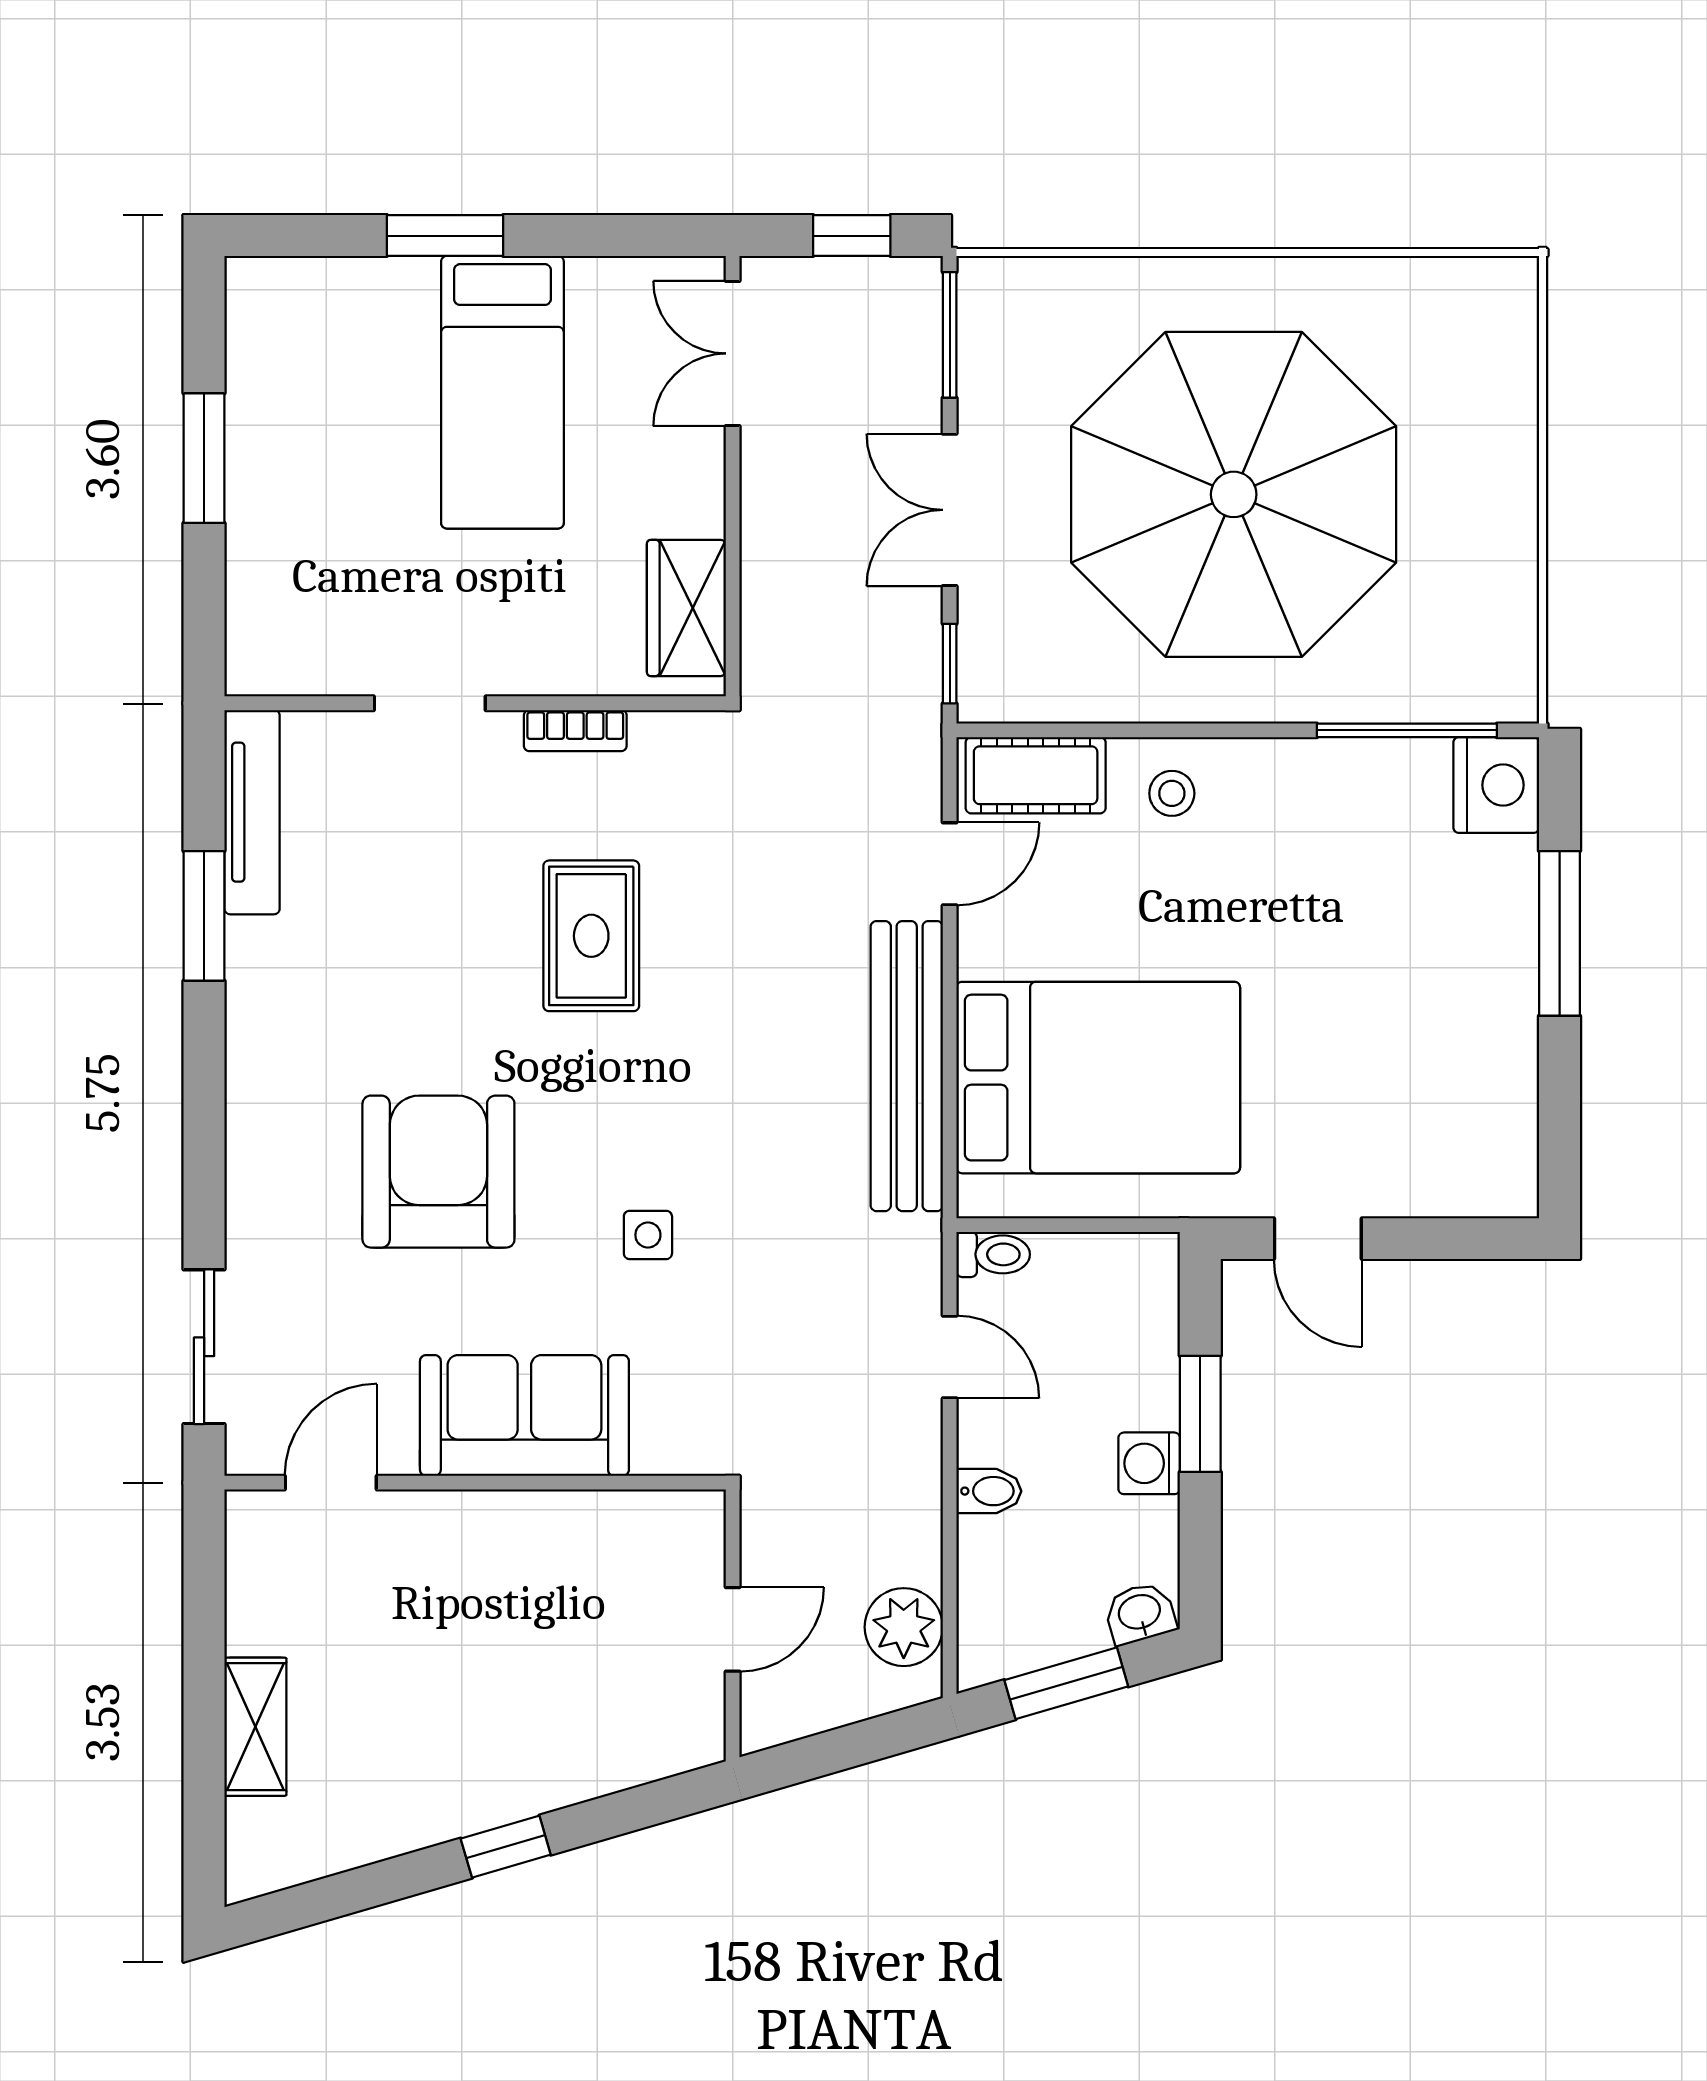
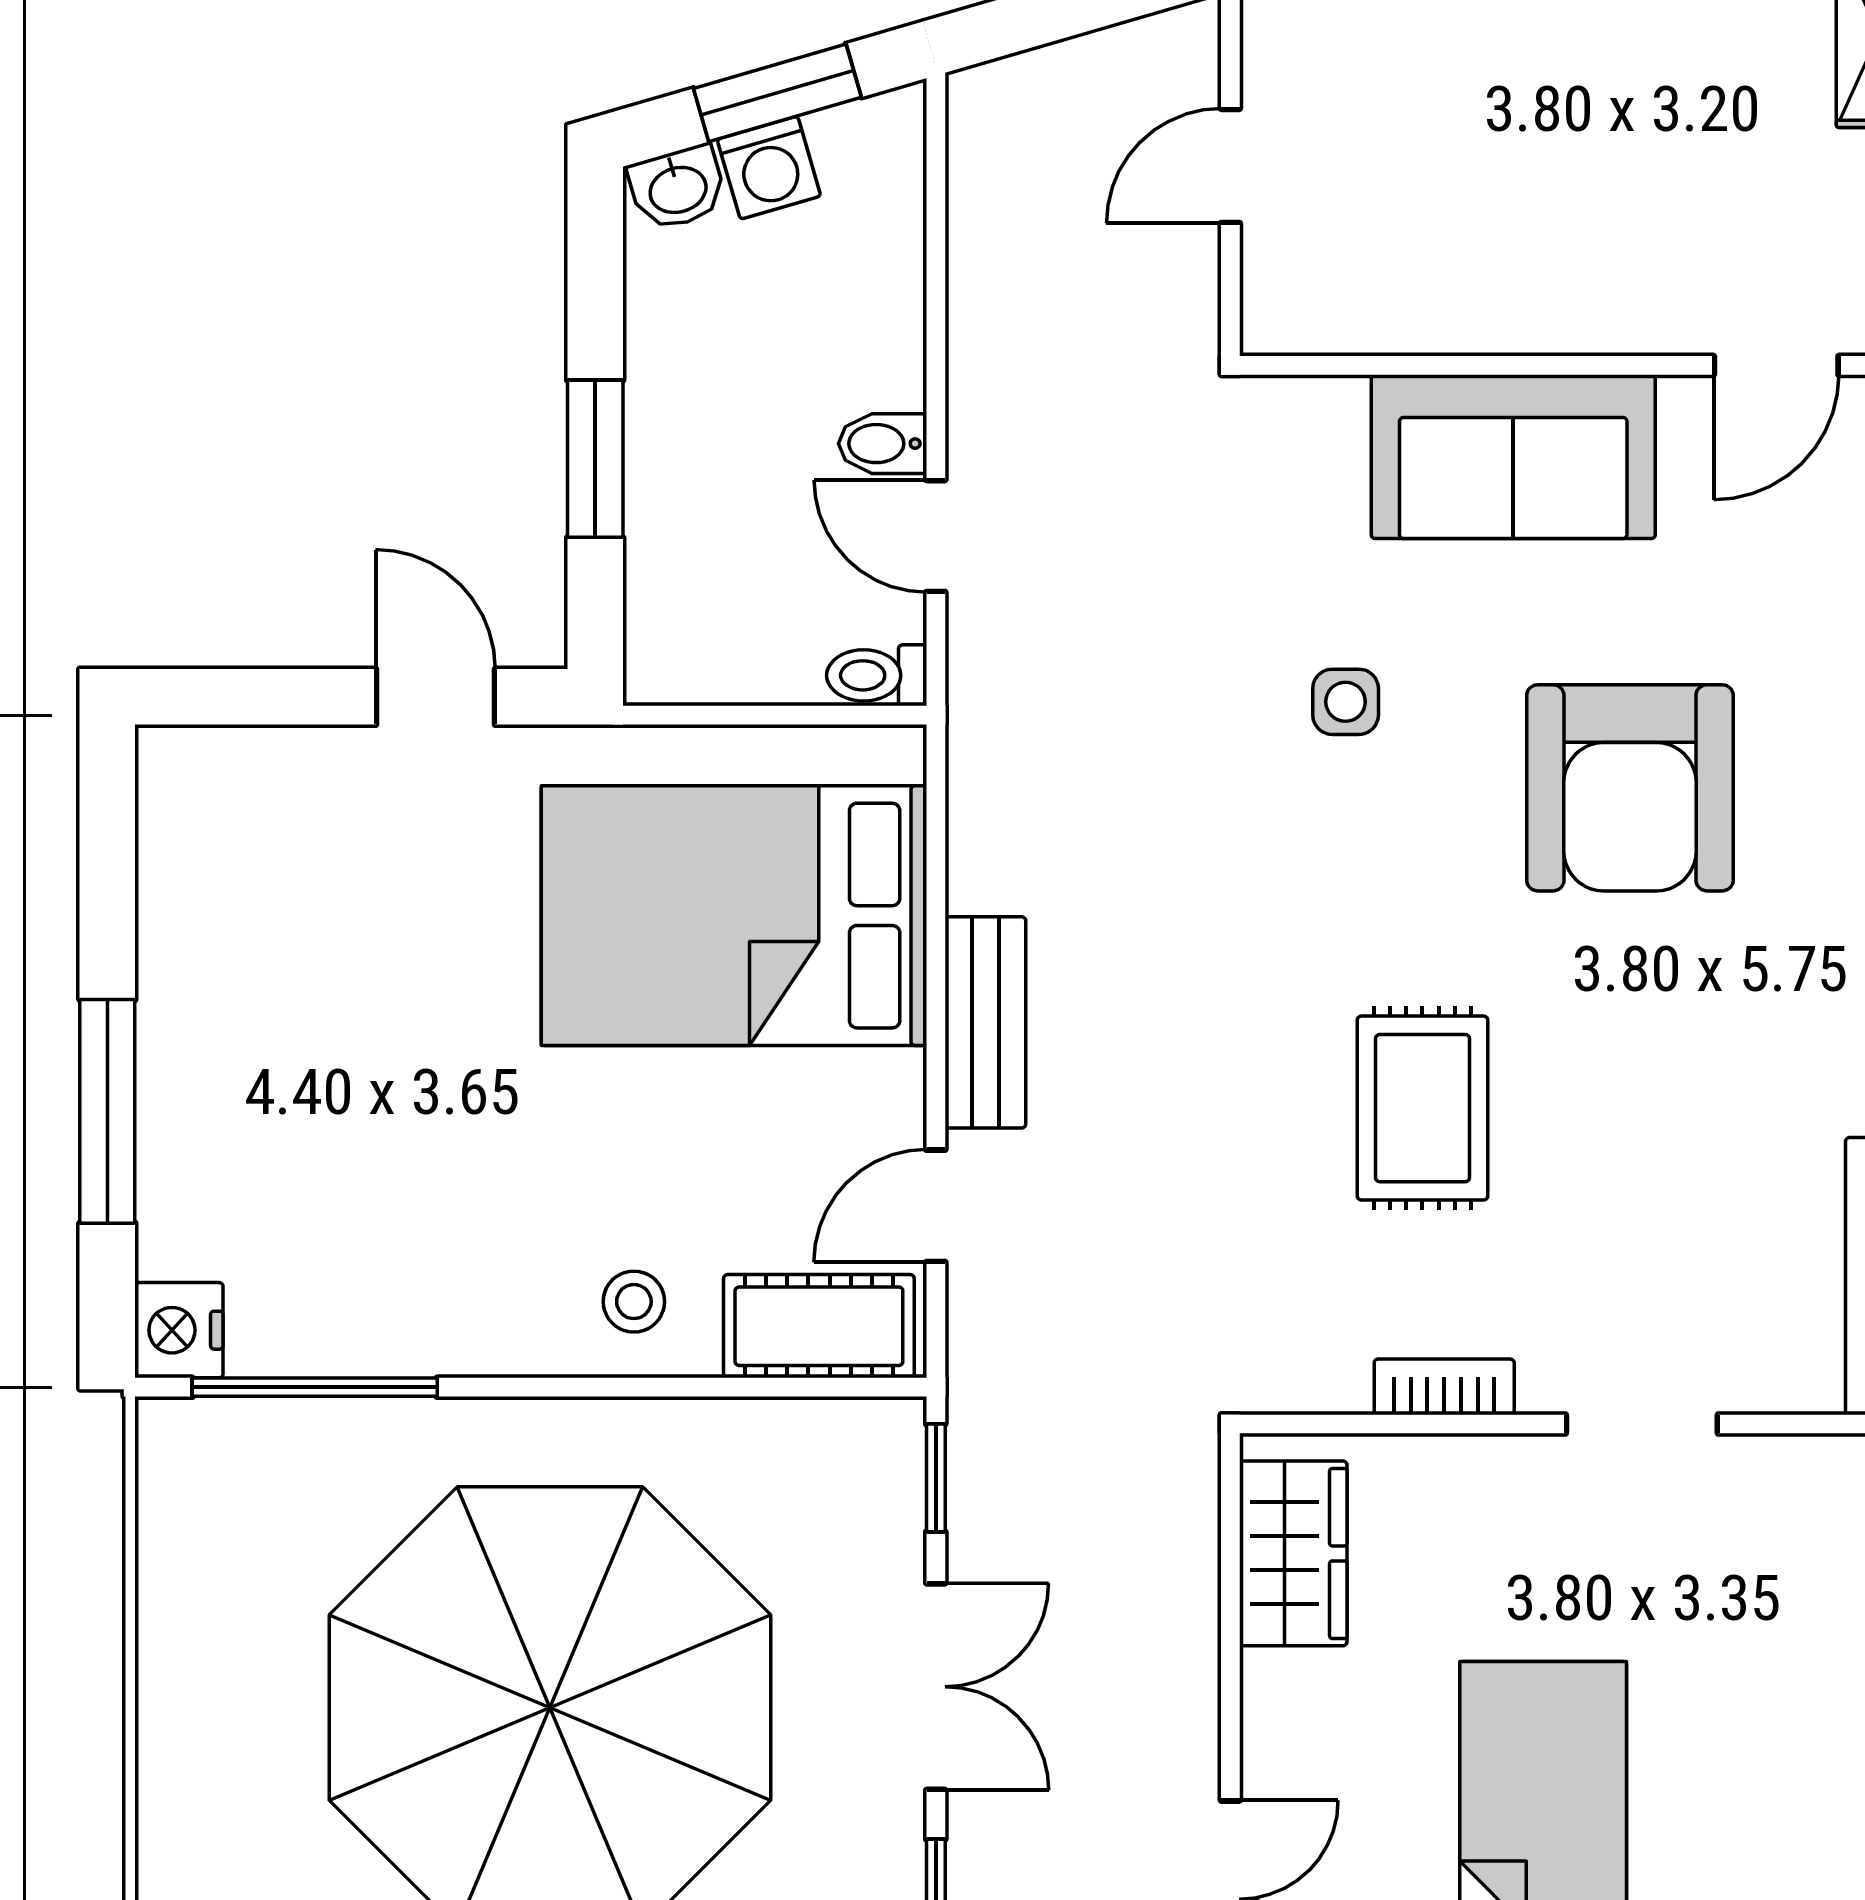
nightstand: (1496, 785) -> (179, 1330), width x0.74, depth x0.75
bench: (907, 1066) -> (985, 1022), width x0.54, depth x0.82
washing machine: (1149, 1463) -> (769, 168), moved, turned 74
bidet: (989, 1491) -> (882, 444), moved
plant: (904, 1627) -> (998, 169), removed

